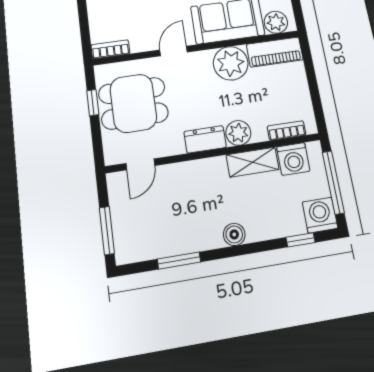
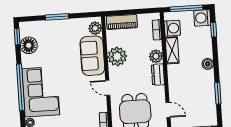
piano: (275, 52) -> (122, 22), moved, turned 90

